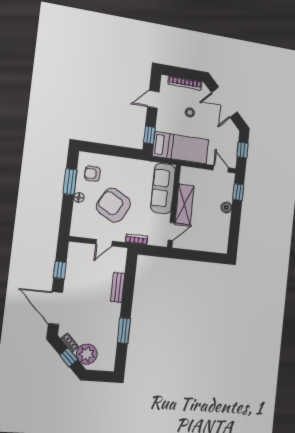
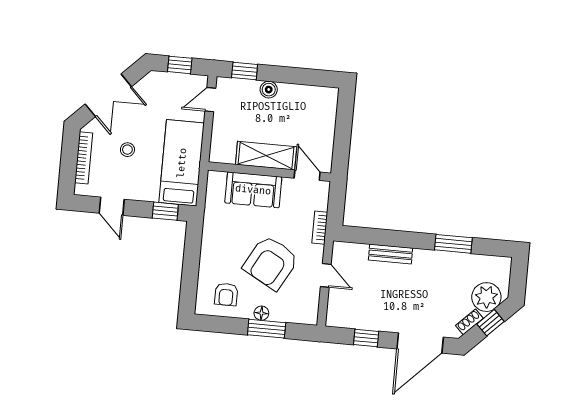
window: (70, 182) -> (267, 329), moved
sofa: (163, 188) -> (253, 190), width x0.73

